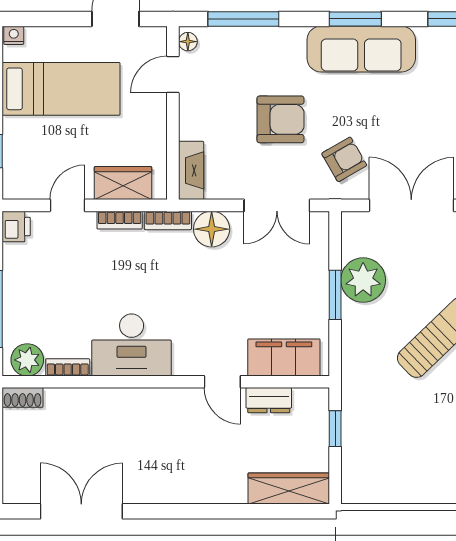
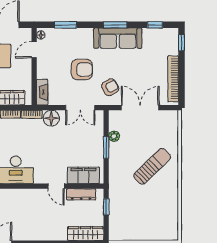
window: (243, 19) -> (65, 25), width x0.69
plant: (363, 280) -> (114, 136), width x0.53, depth x0.53
dresser: (269, 400) -> (81, 194), width x1.44

